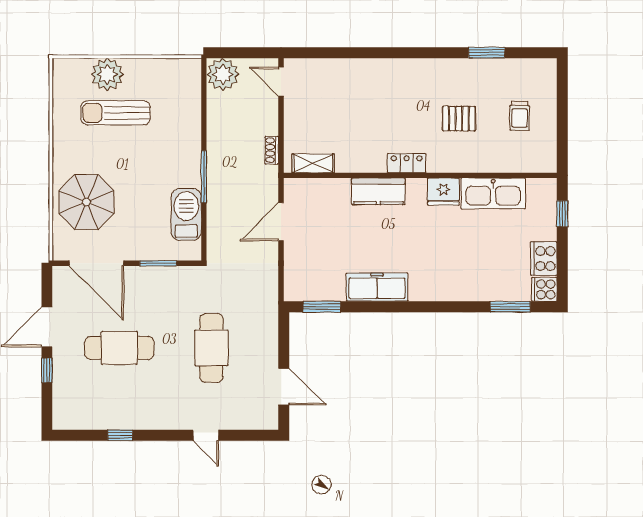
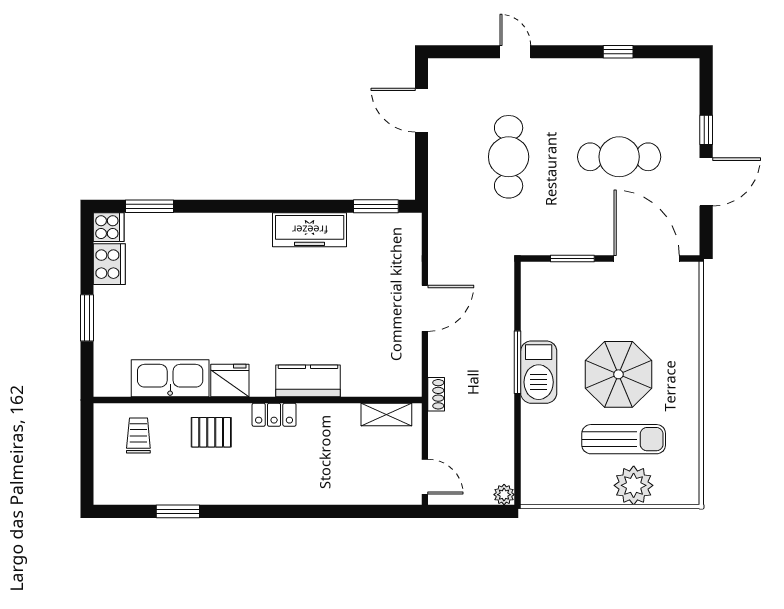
plant: (223, 74) -> (504, 495), width x0.53, depth x0.53
shelving: (313, 163) -> (386, 414), moved
locker: (407, 163) -> (274, 415), moved
wall: (420, 175) -> (258, 400), moved
kitchen counter: (378, 191) -> (308, 381), moved
fridge: (443, 192) -> (230, 381), moved
kitchen sink: (493, 193) -> (170, 378), moved
parasol: (86, 202) -> (618, 374), moved
barbecue: (186, 214) -> (539, 372), moved
window: (562, 214) -> (87, 318), width x1.50

